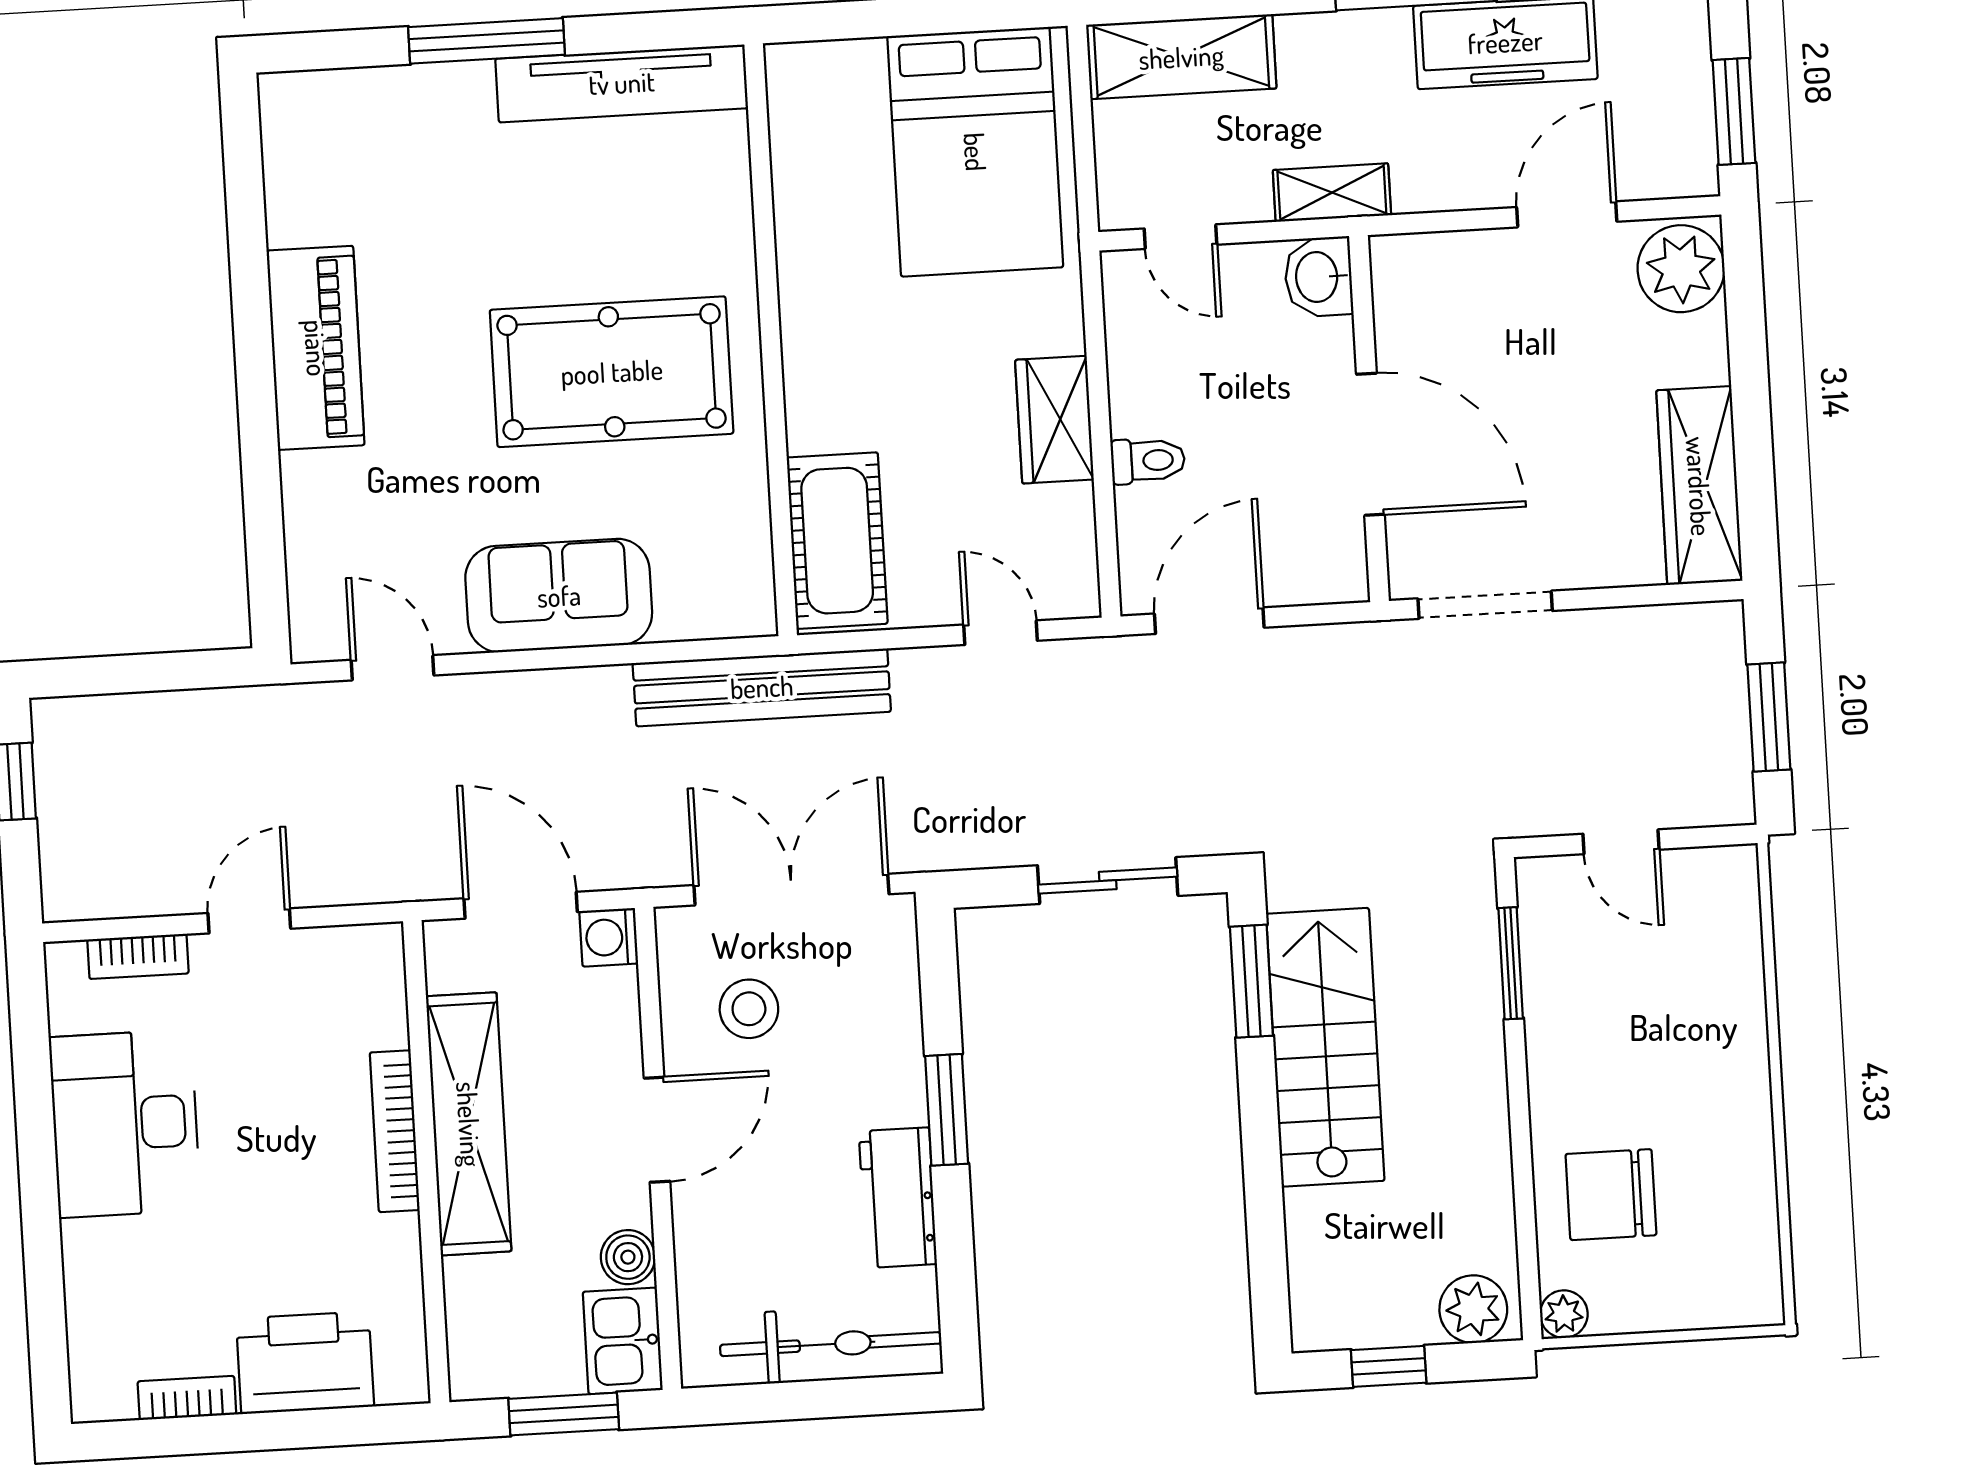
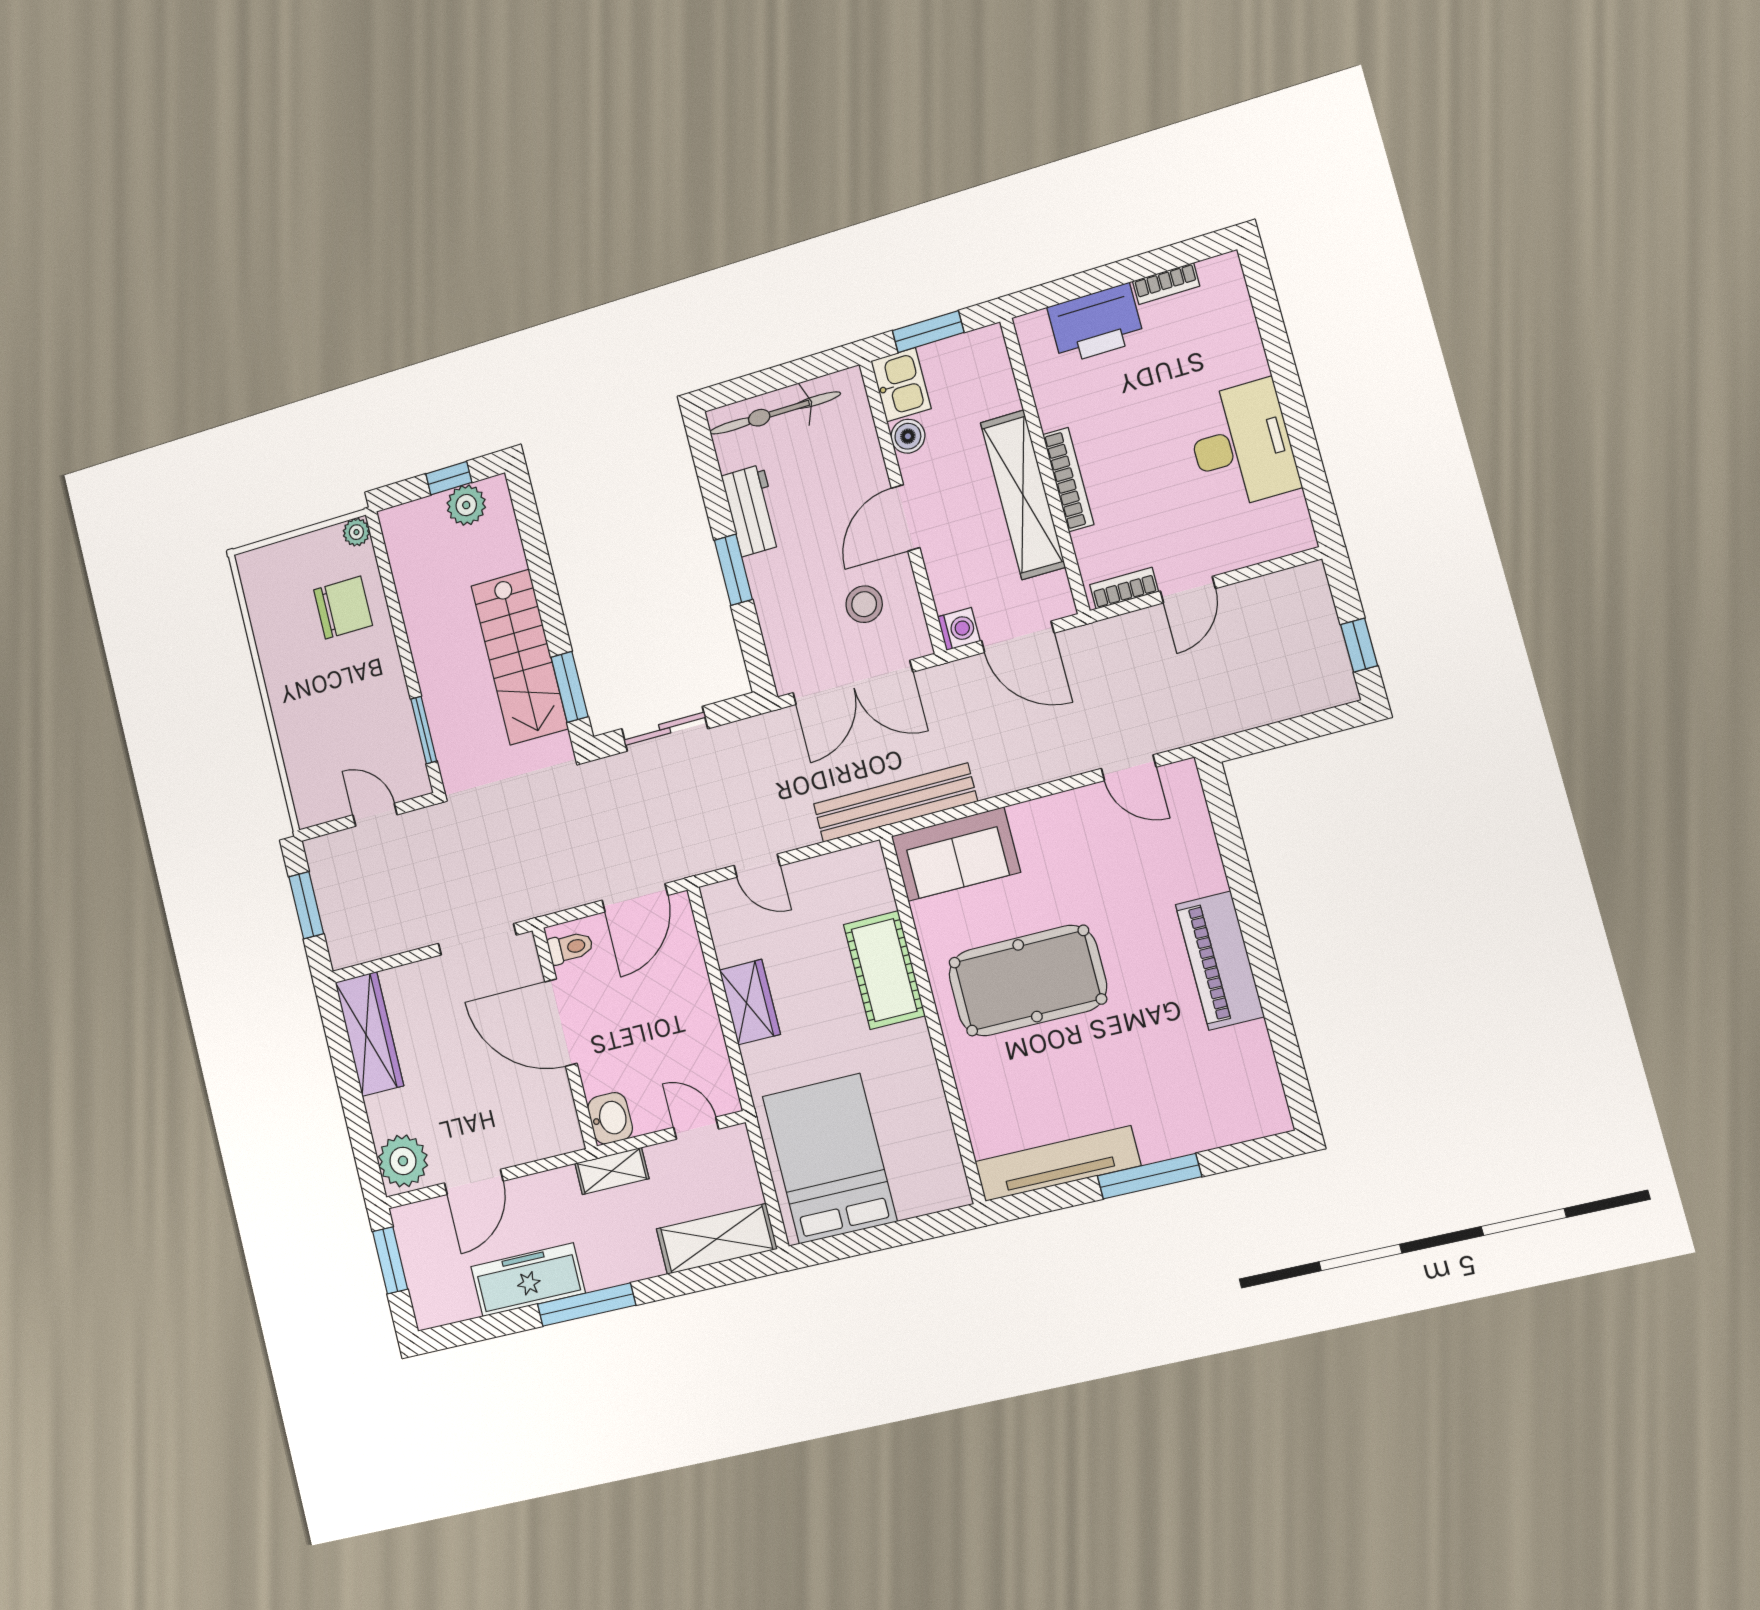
toilet: (1148, 461) -> (570, 947), moved, turned 180
cot: (837, 541) -> (884, 970), moved
sofa: (559, 596) -> (956, 854), moved
bookcase: (138, 956) -> (1124, 588), moved
plant: (1473, 1309) -> (466, 505), moved

